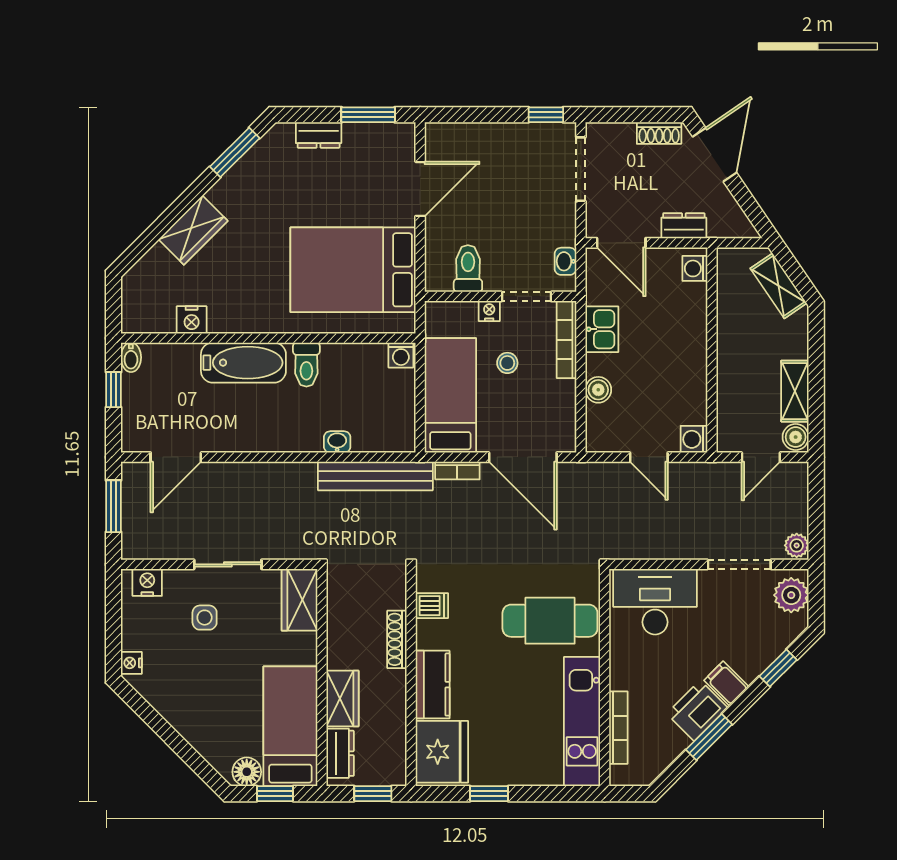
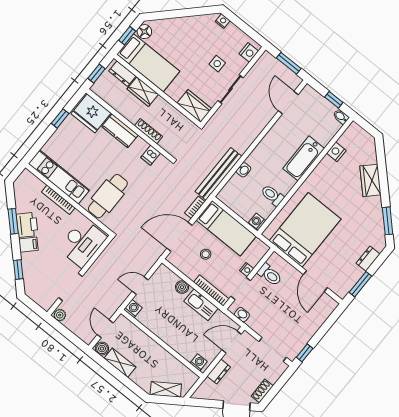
kitchen sink: (602, 329) -> (201, 305), width x1.38
stool: (507, 363) -> (206, 254), moved
toilet: (306, 365) -> (272, 195), moved
plant: (791, 595) -> (42, 297), removed
bookcase: (618, 728) -> (58, 200), moved

